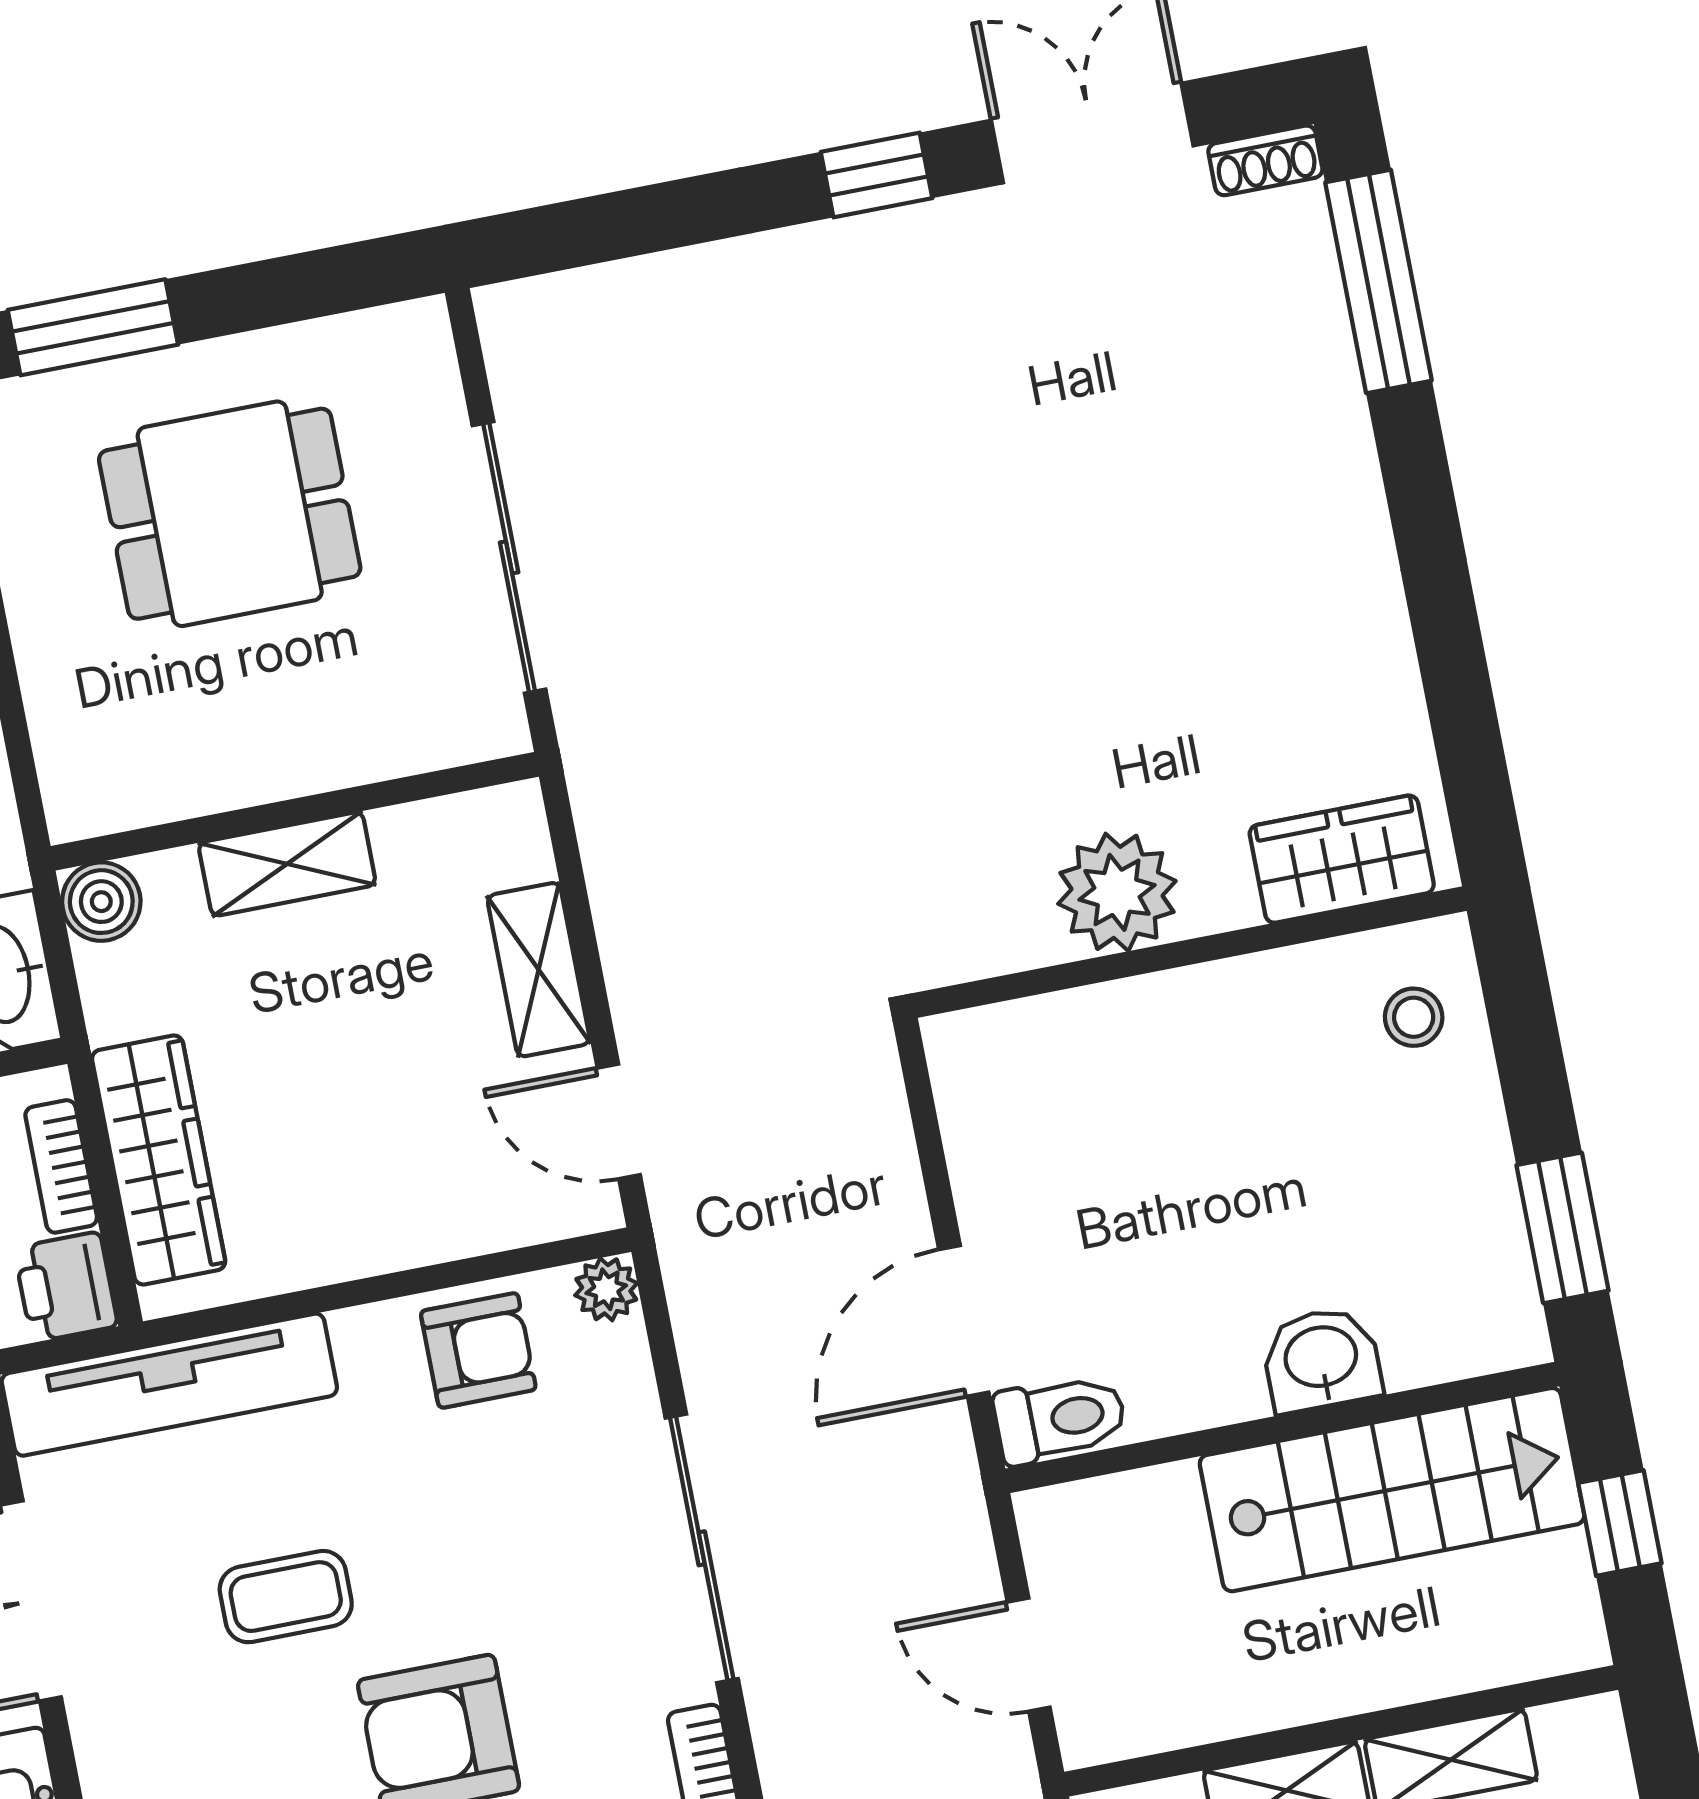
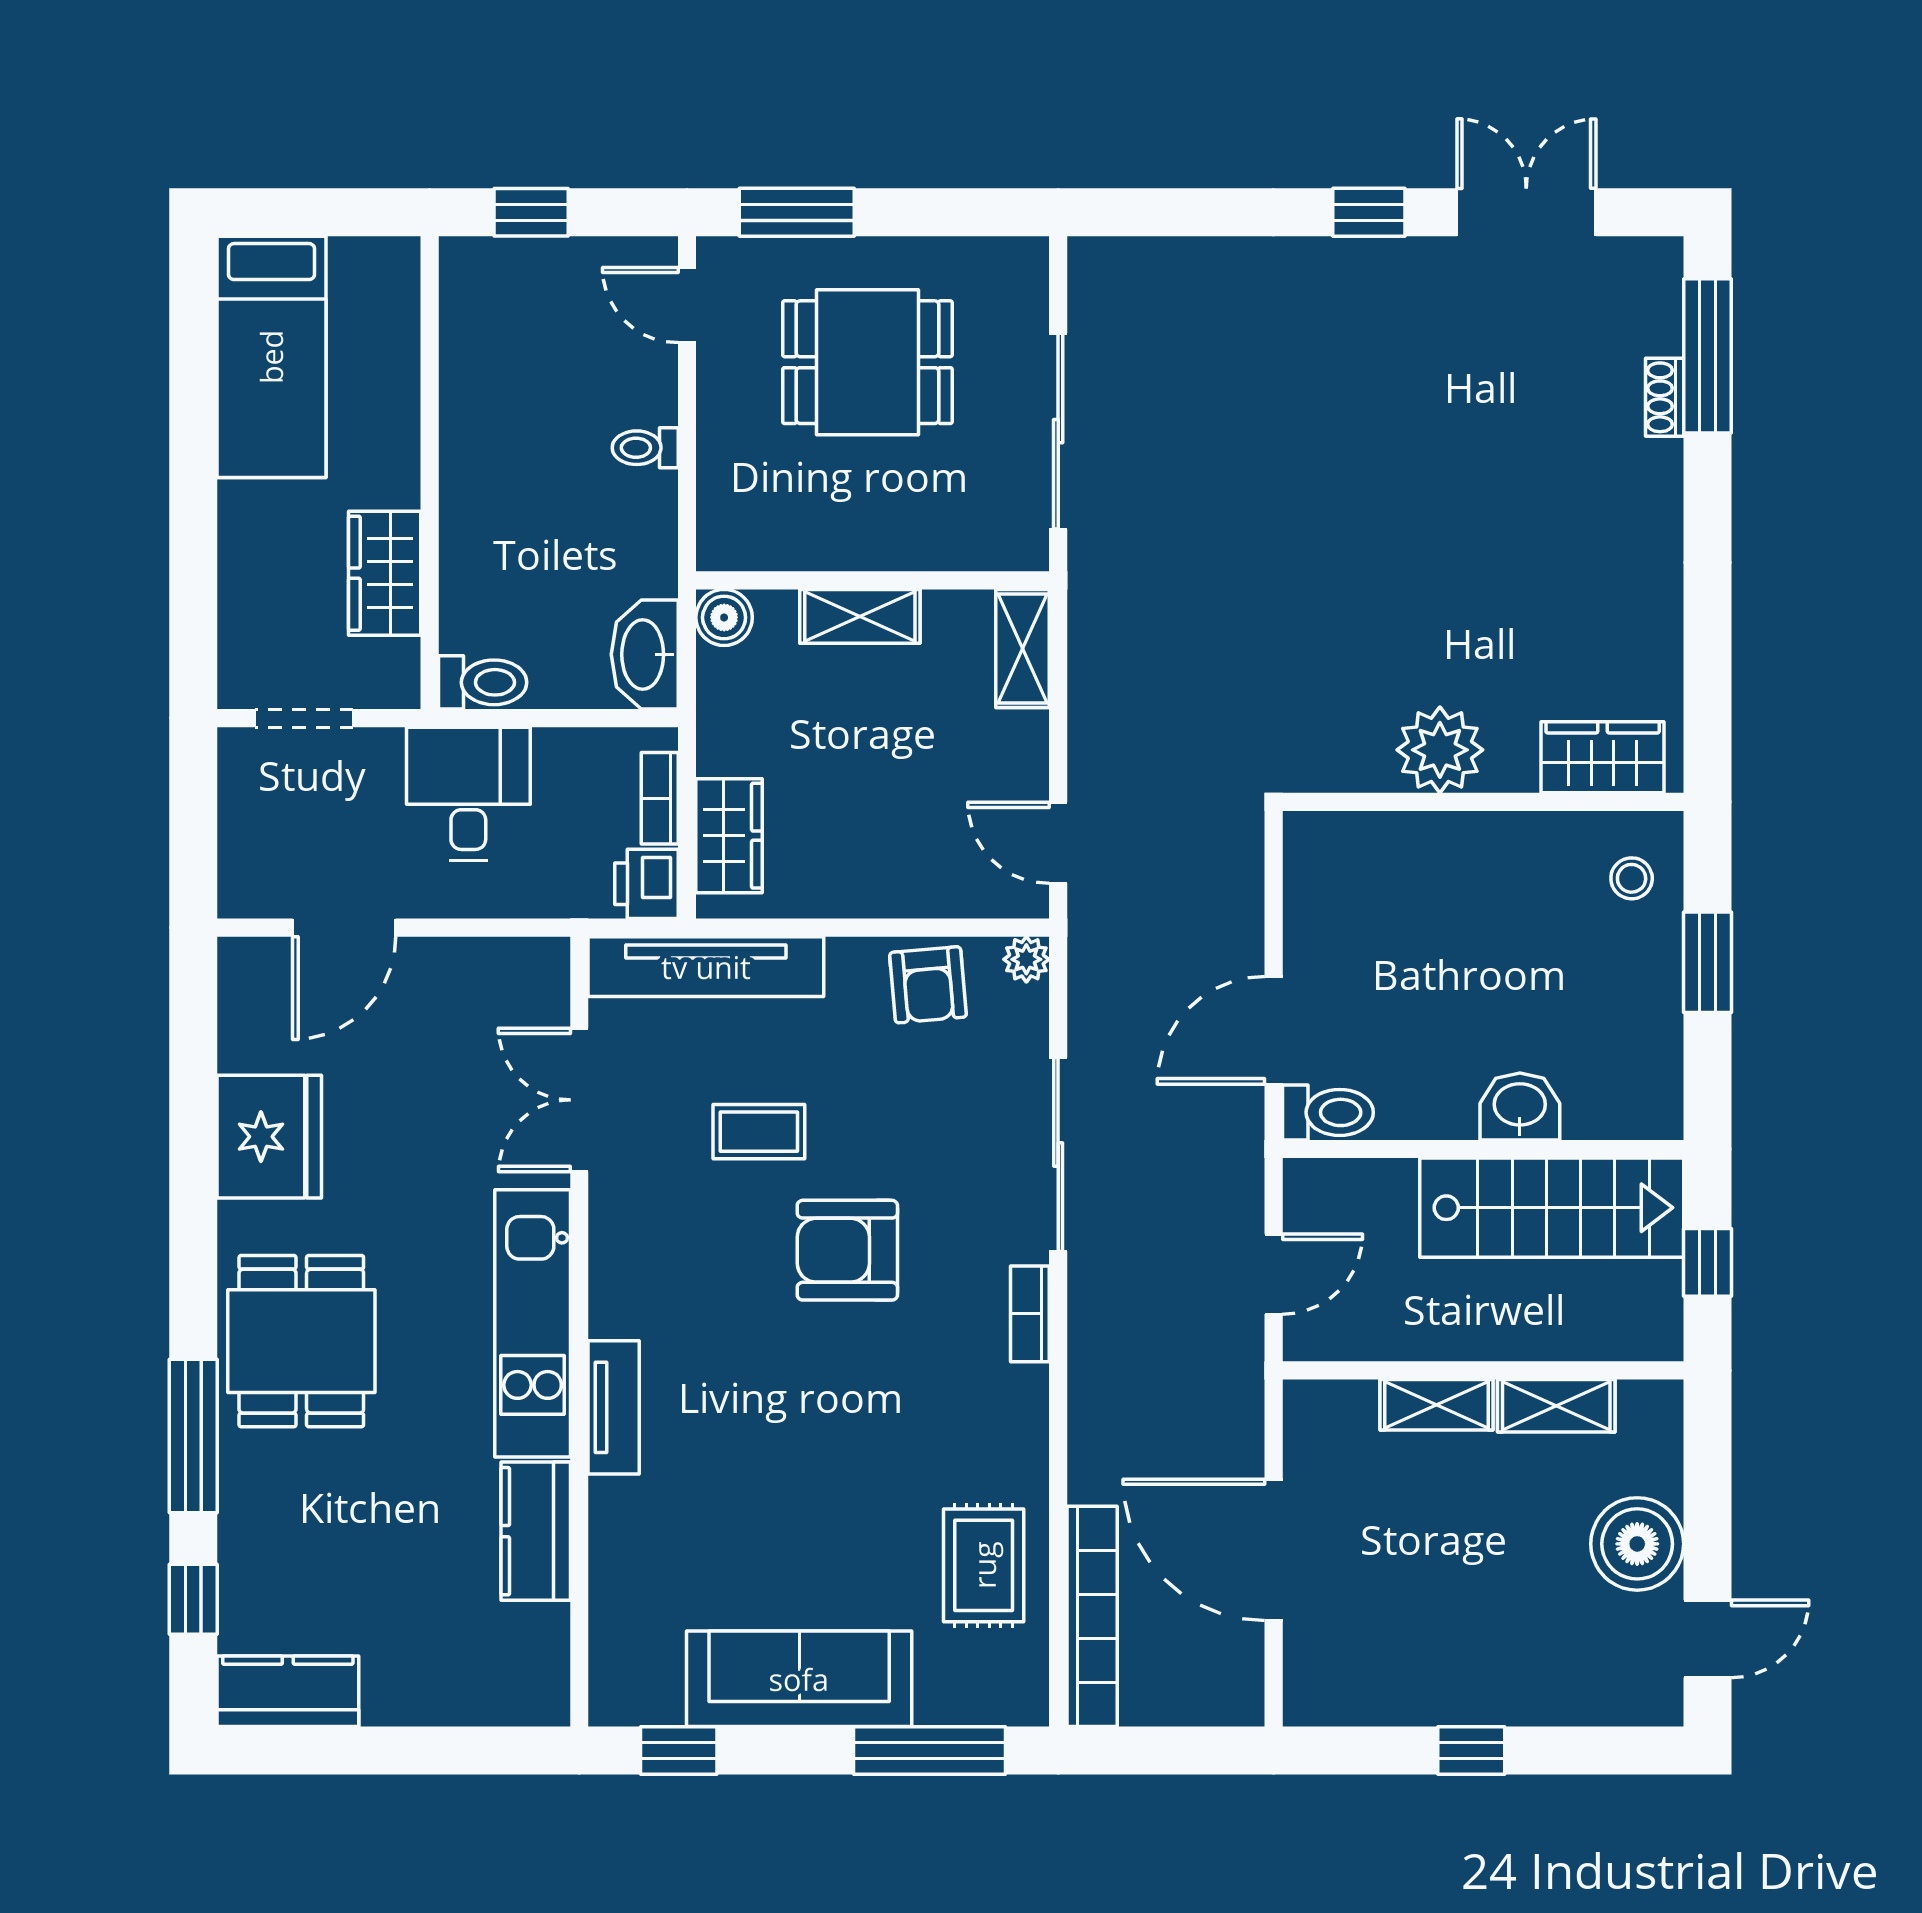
shoe rack: (1265, 160) -> (1665, 397), moved, turned 90
shelving: (539, 970) -> (1022, 649), moved
wardrobe: (159, 1160) -> (729, 836), width x0.67
window: (1562, 1228) -> (1707, 962), moved
armchair: (478, 1350) -> (928, 985), turned 85
door: (1029, 1655) -> (1274, 1274), swing flipped

